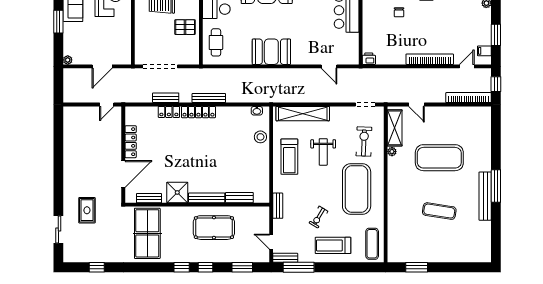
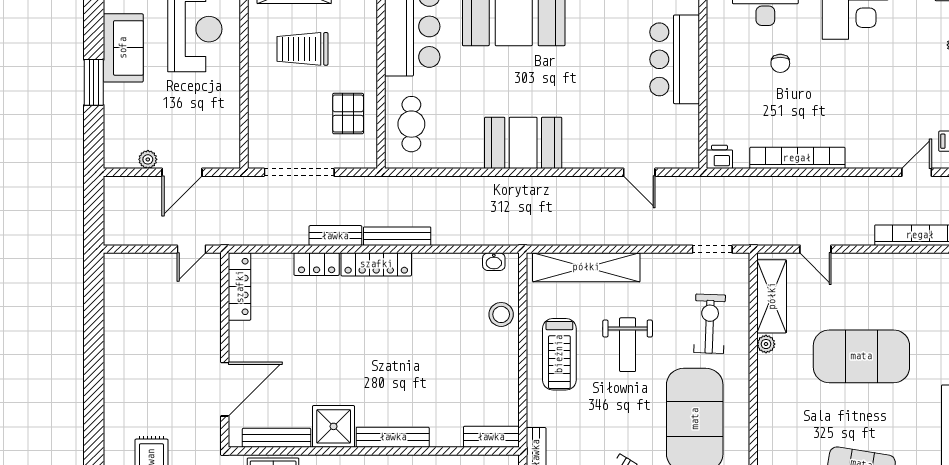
pallet: (185, 27) -> (348, 114), moved, turned 90
bookcase: (430, 59) -> (797, 158), moved
plant: (68, 60) -> (148, 159), moved
bench: (166, 98) -> (335, 236), moved
locker: (131, 142) -> (240, 287), moved
bench: (149, 198) -> (277, 438), width x1.36
bench: (239, 198) -> (491, 437), moved

